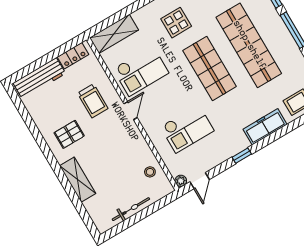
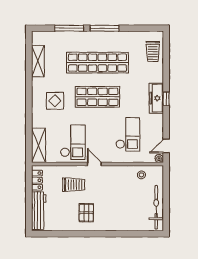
freezer: (265, 127) -> (156, 98), moved
window: (242, 156) -> (166, 99), moved
shelving: (78, 180) -> (119, 225), removed
door: (200, 181) -> (166, 146), swing flipped
bicycle: (131, 209) -> (156, 207), width x1.37, depth x1.40

